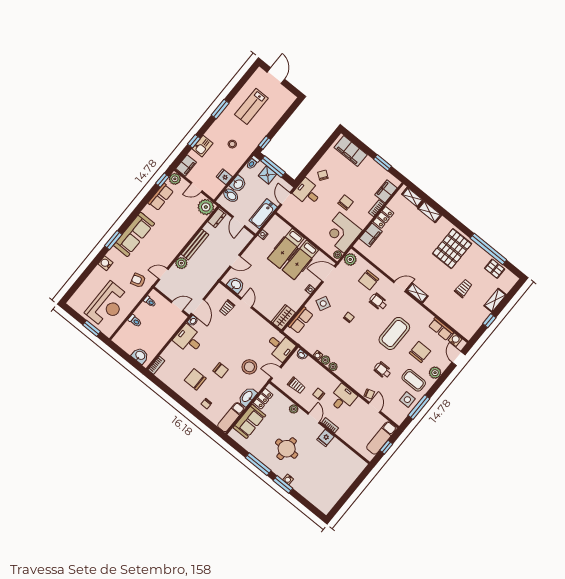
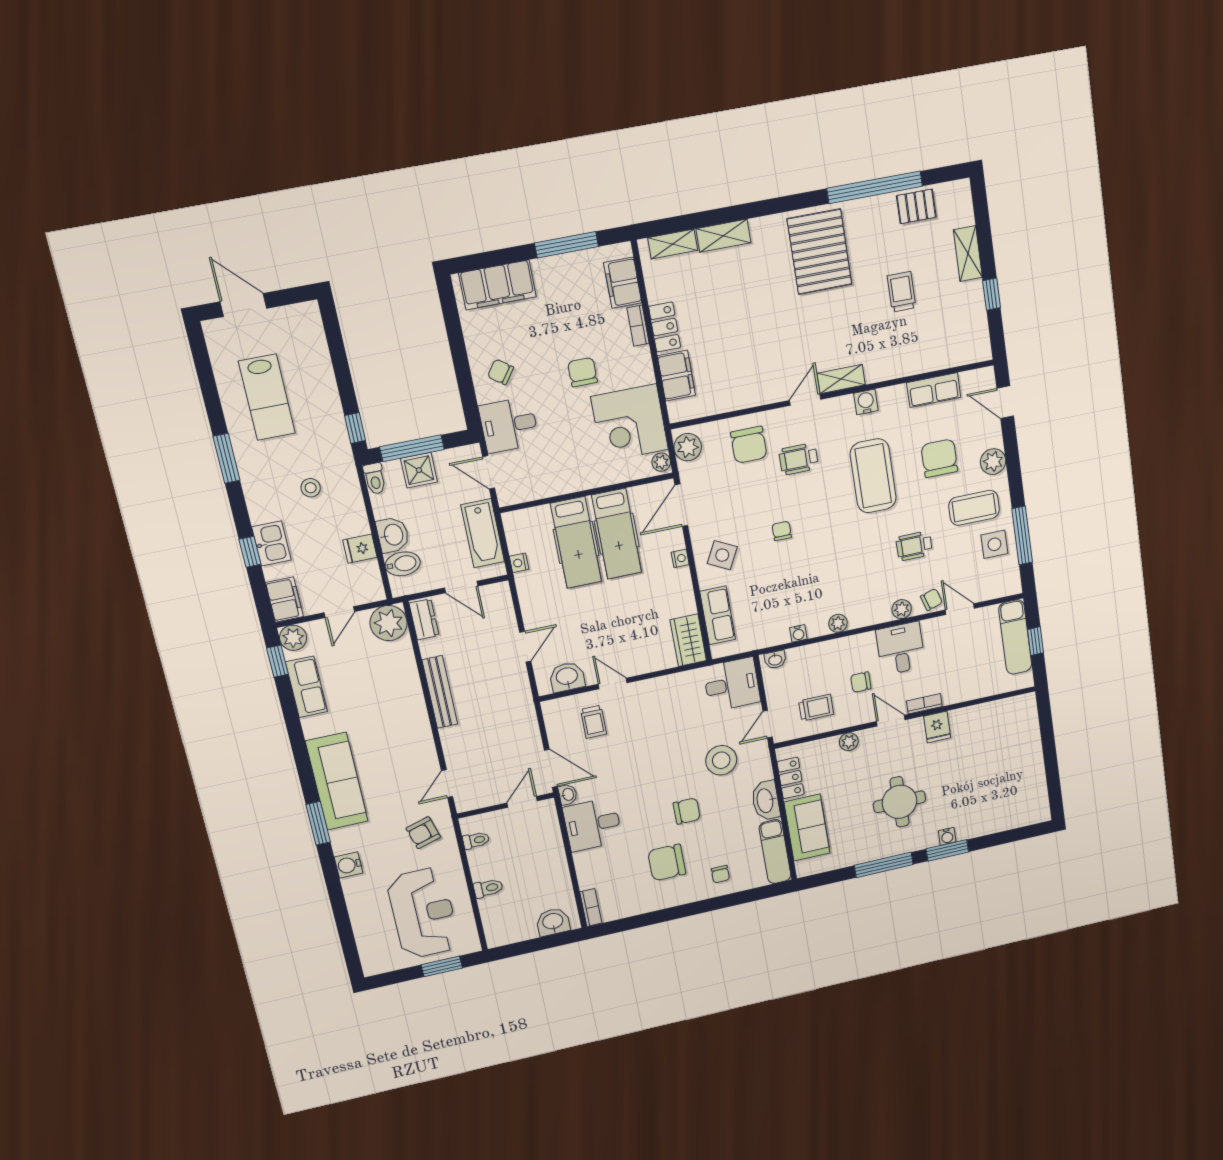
window: (383, 163) -> (567, 245), width x1.44
plant: (181, 263) -> (453, 740), removed
water cooler: (455, 340) -> (866, 402), moved
plant: (325, 360) -> (902, 609), moved

